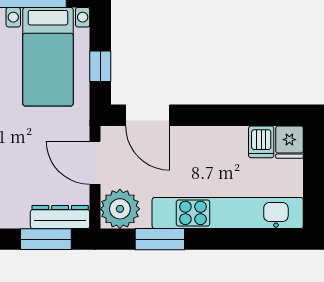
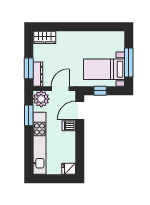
dishwasher: (261, 142) -> (69, 126), moved

